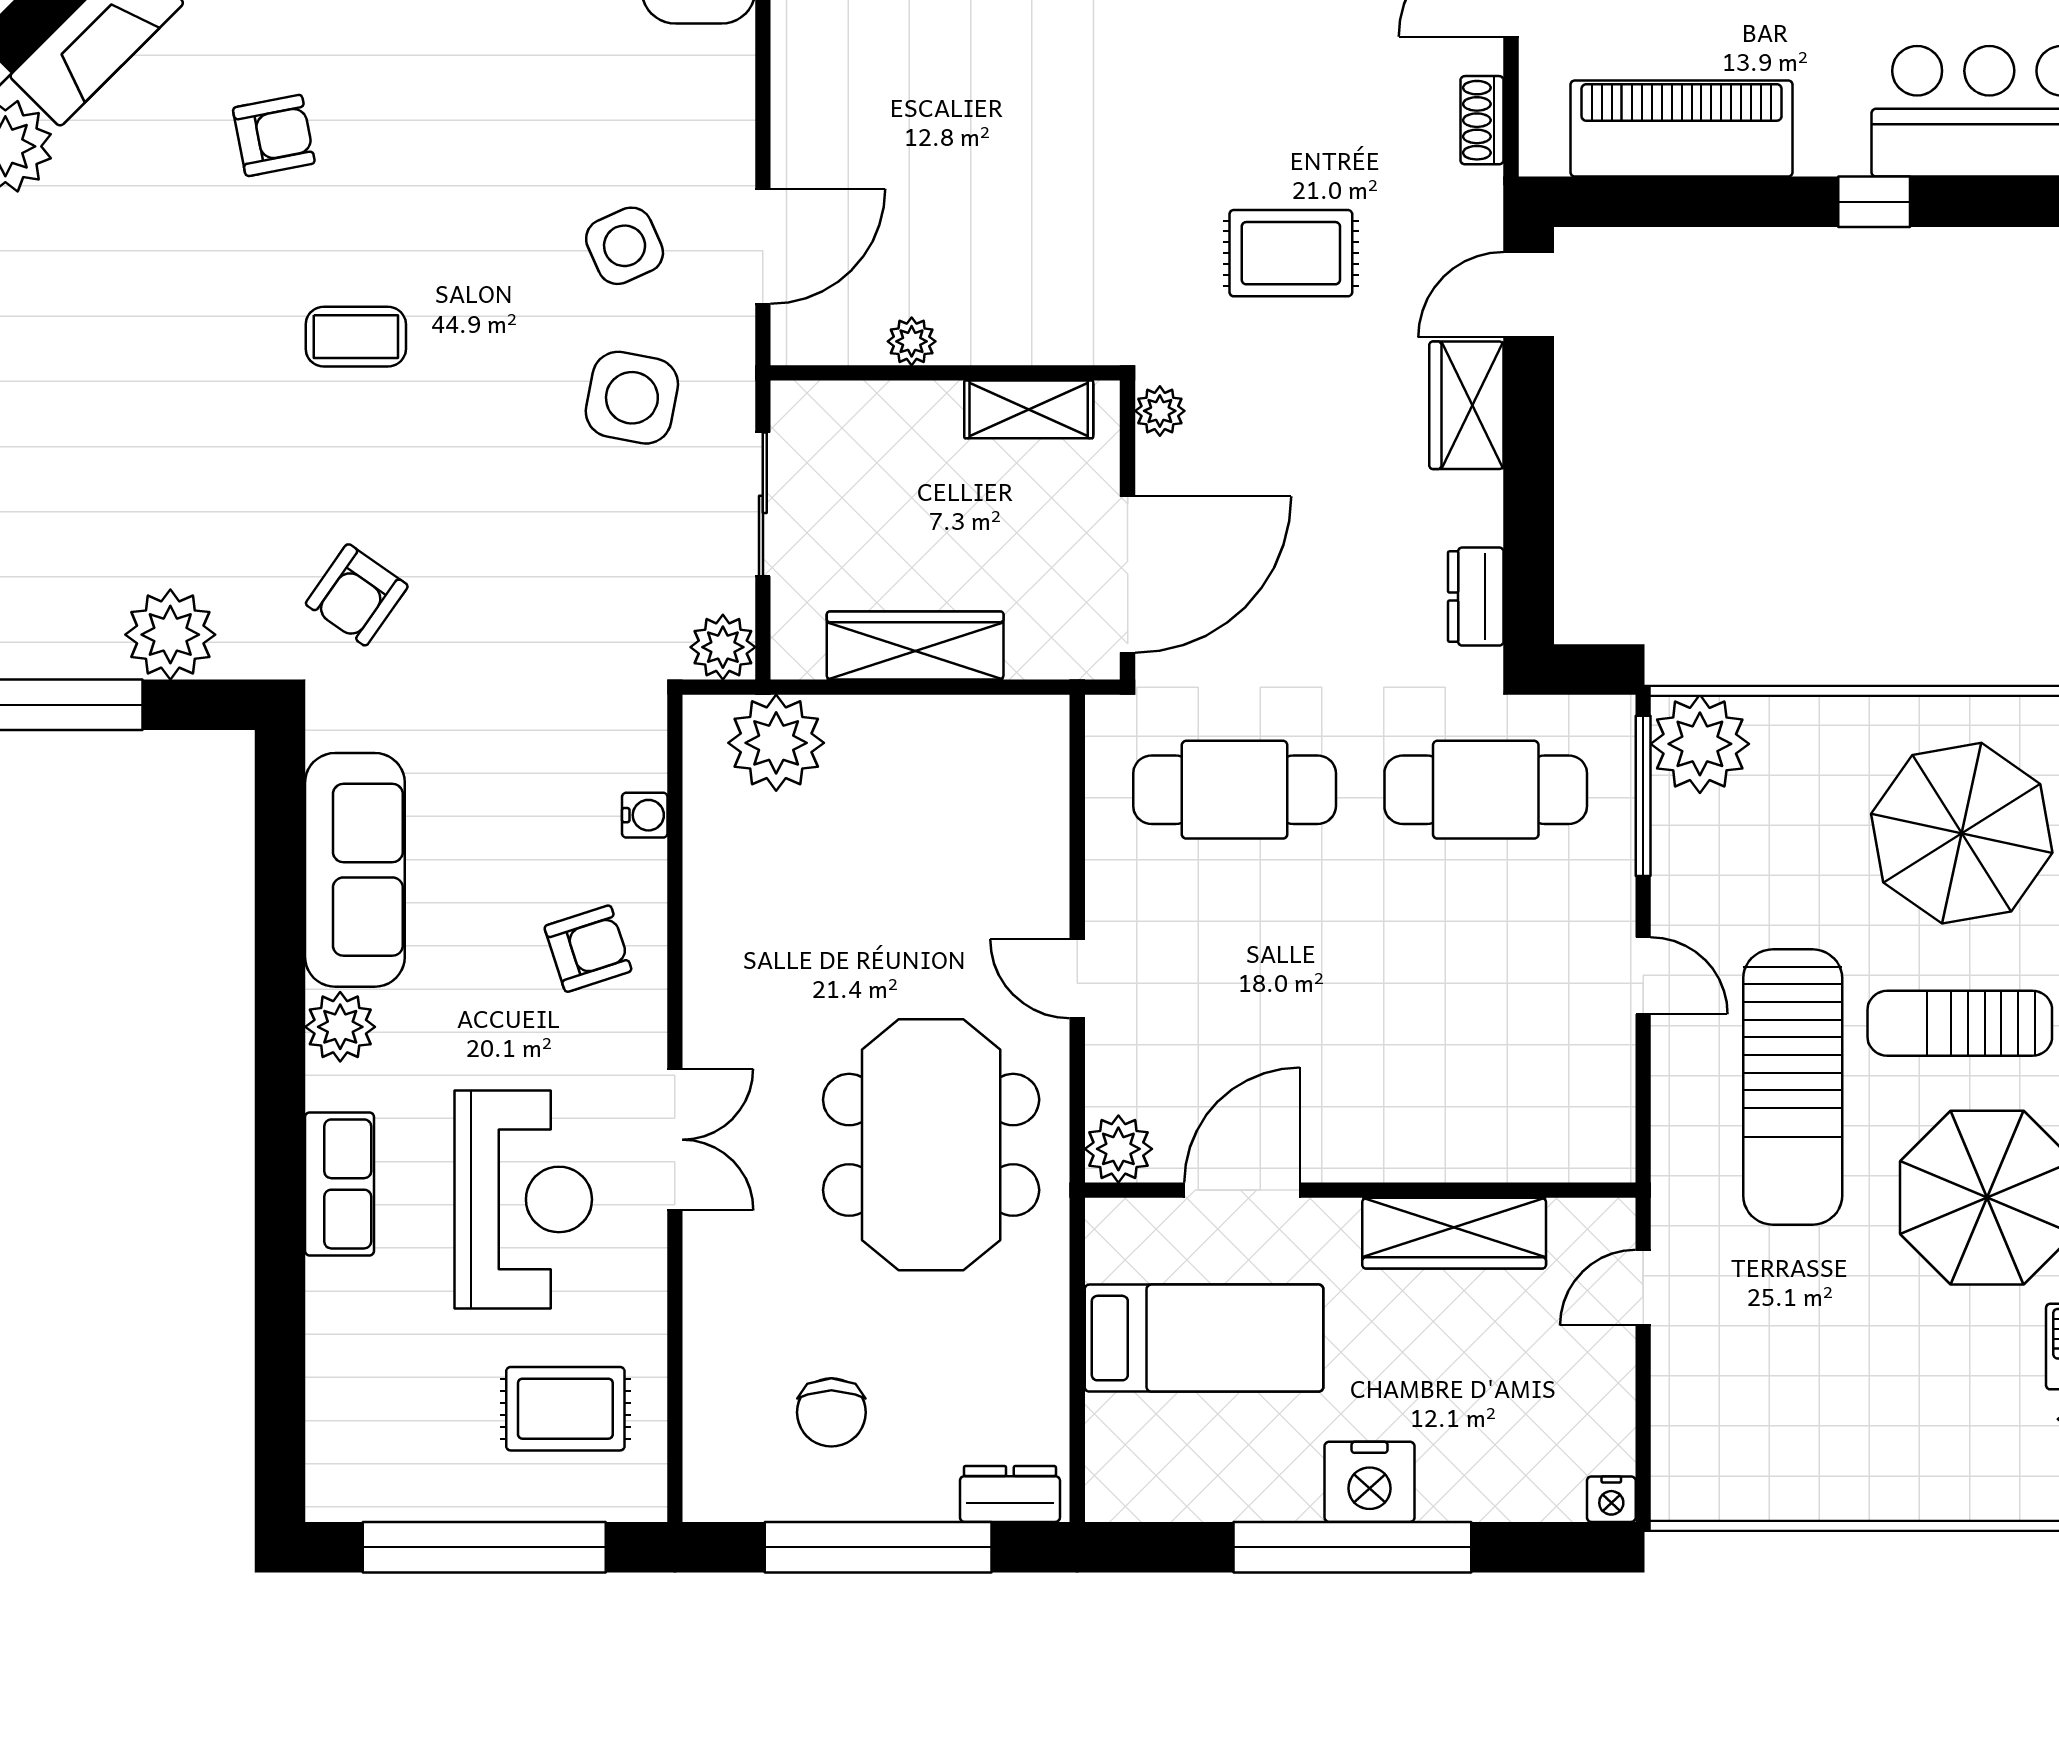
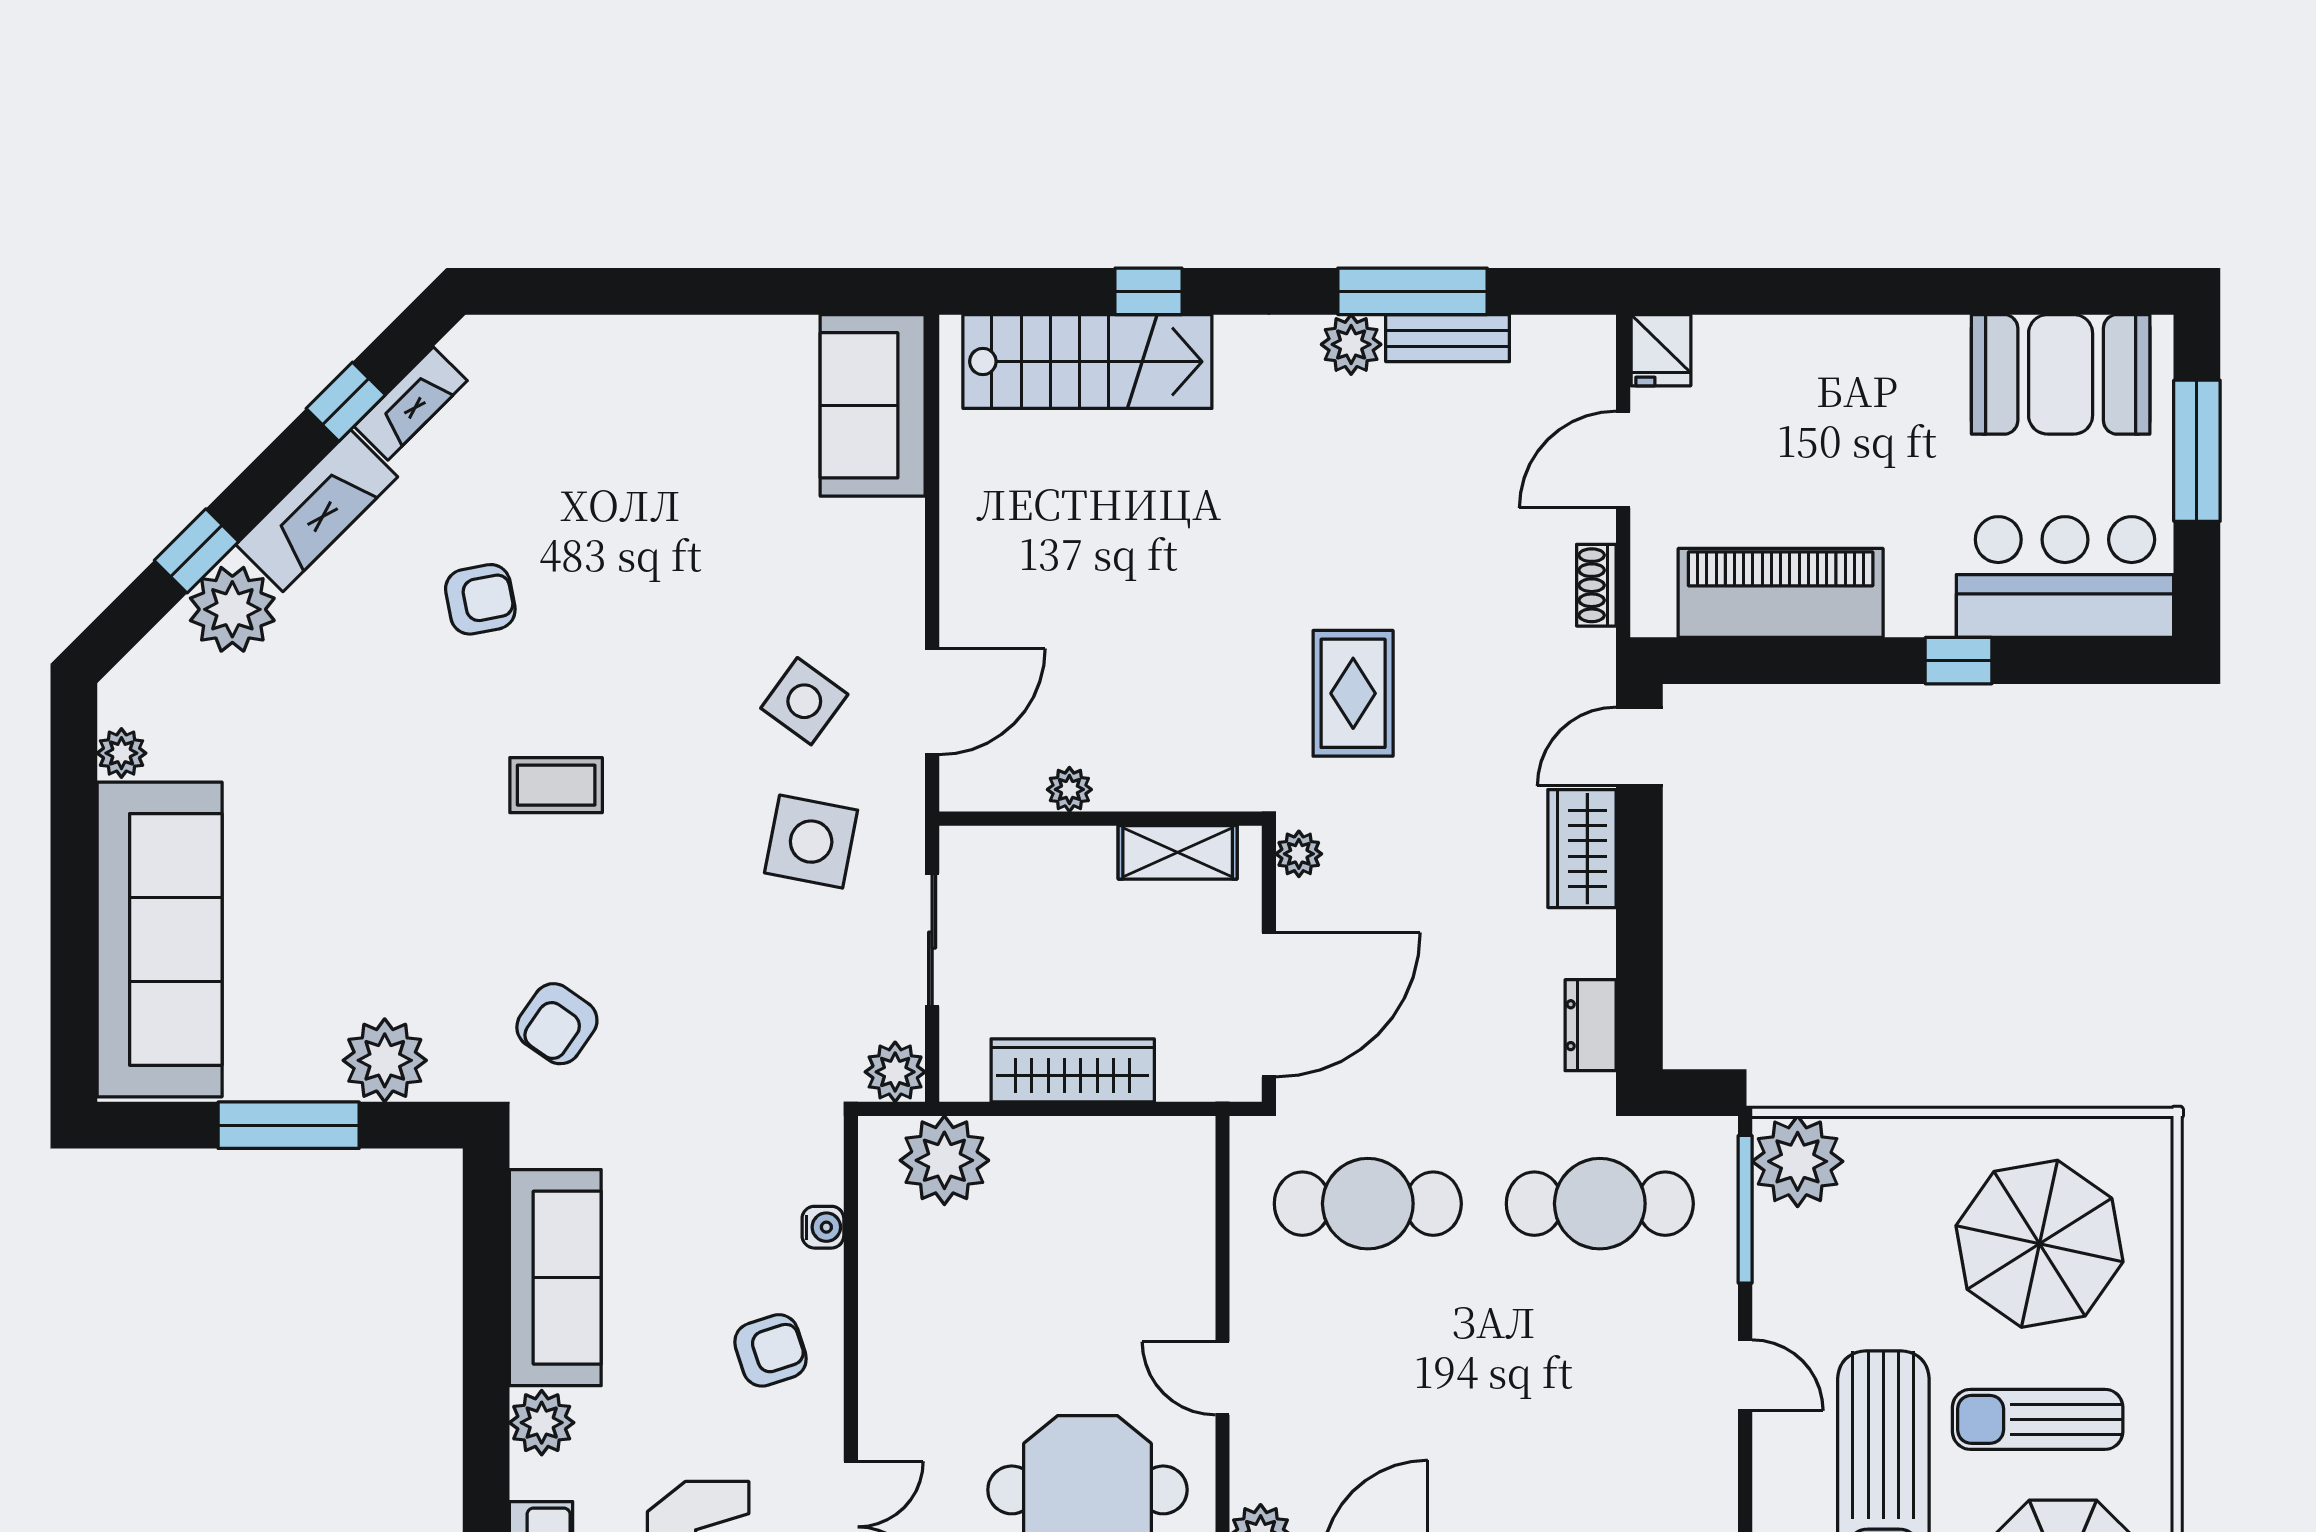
side table: (625, 246) -> (804, 701), turned -30
rug: (1291, 253) -> (1353, 693), moved, turned 90

